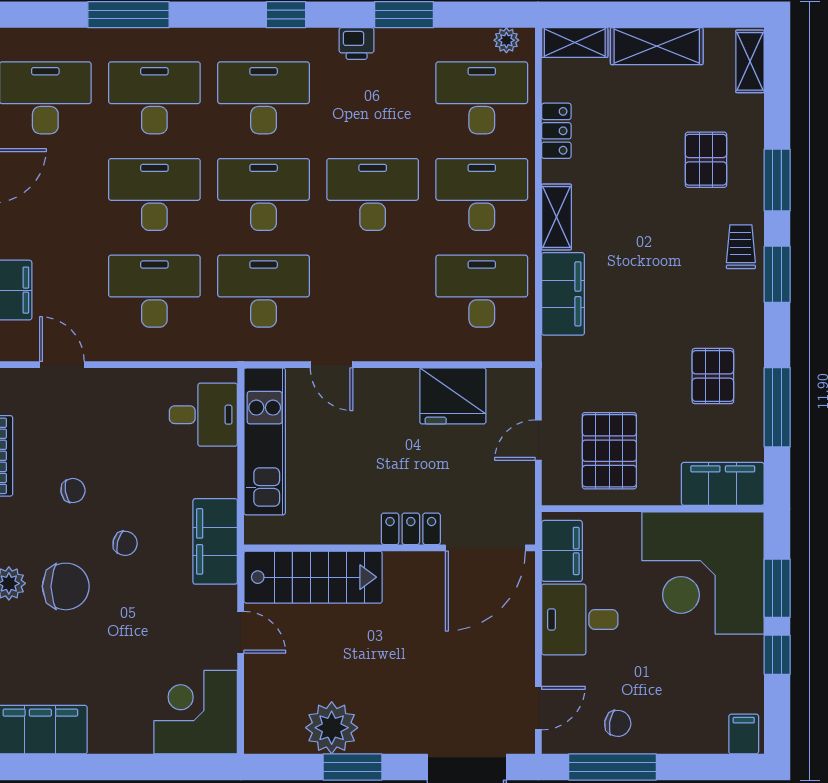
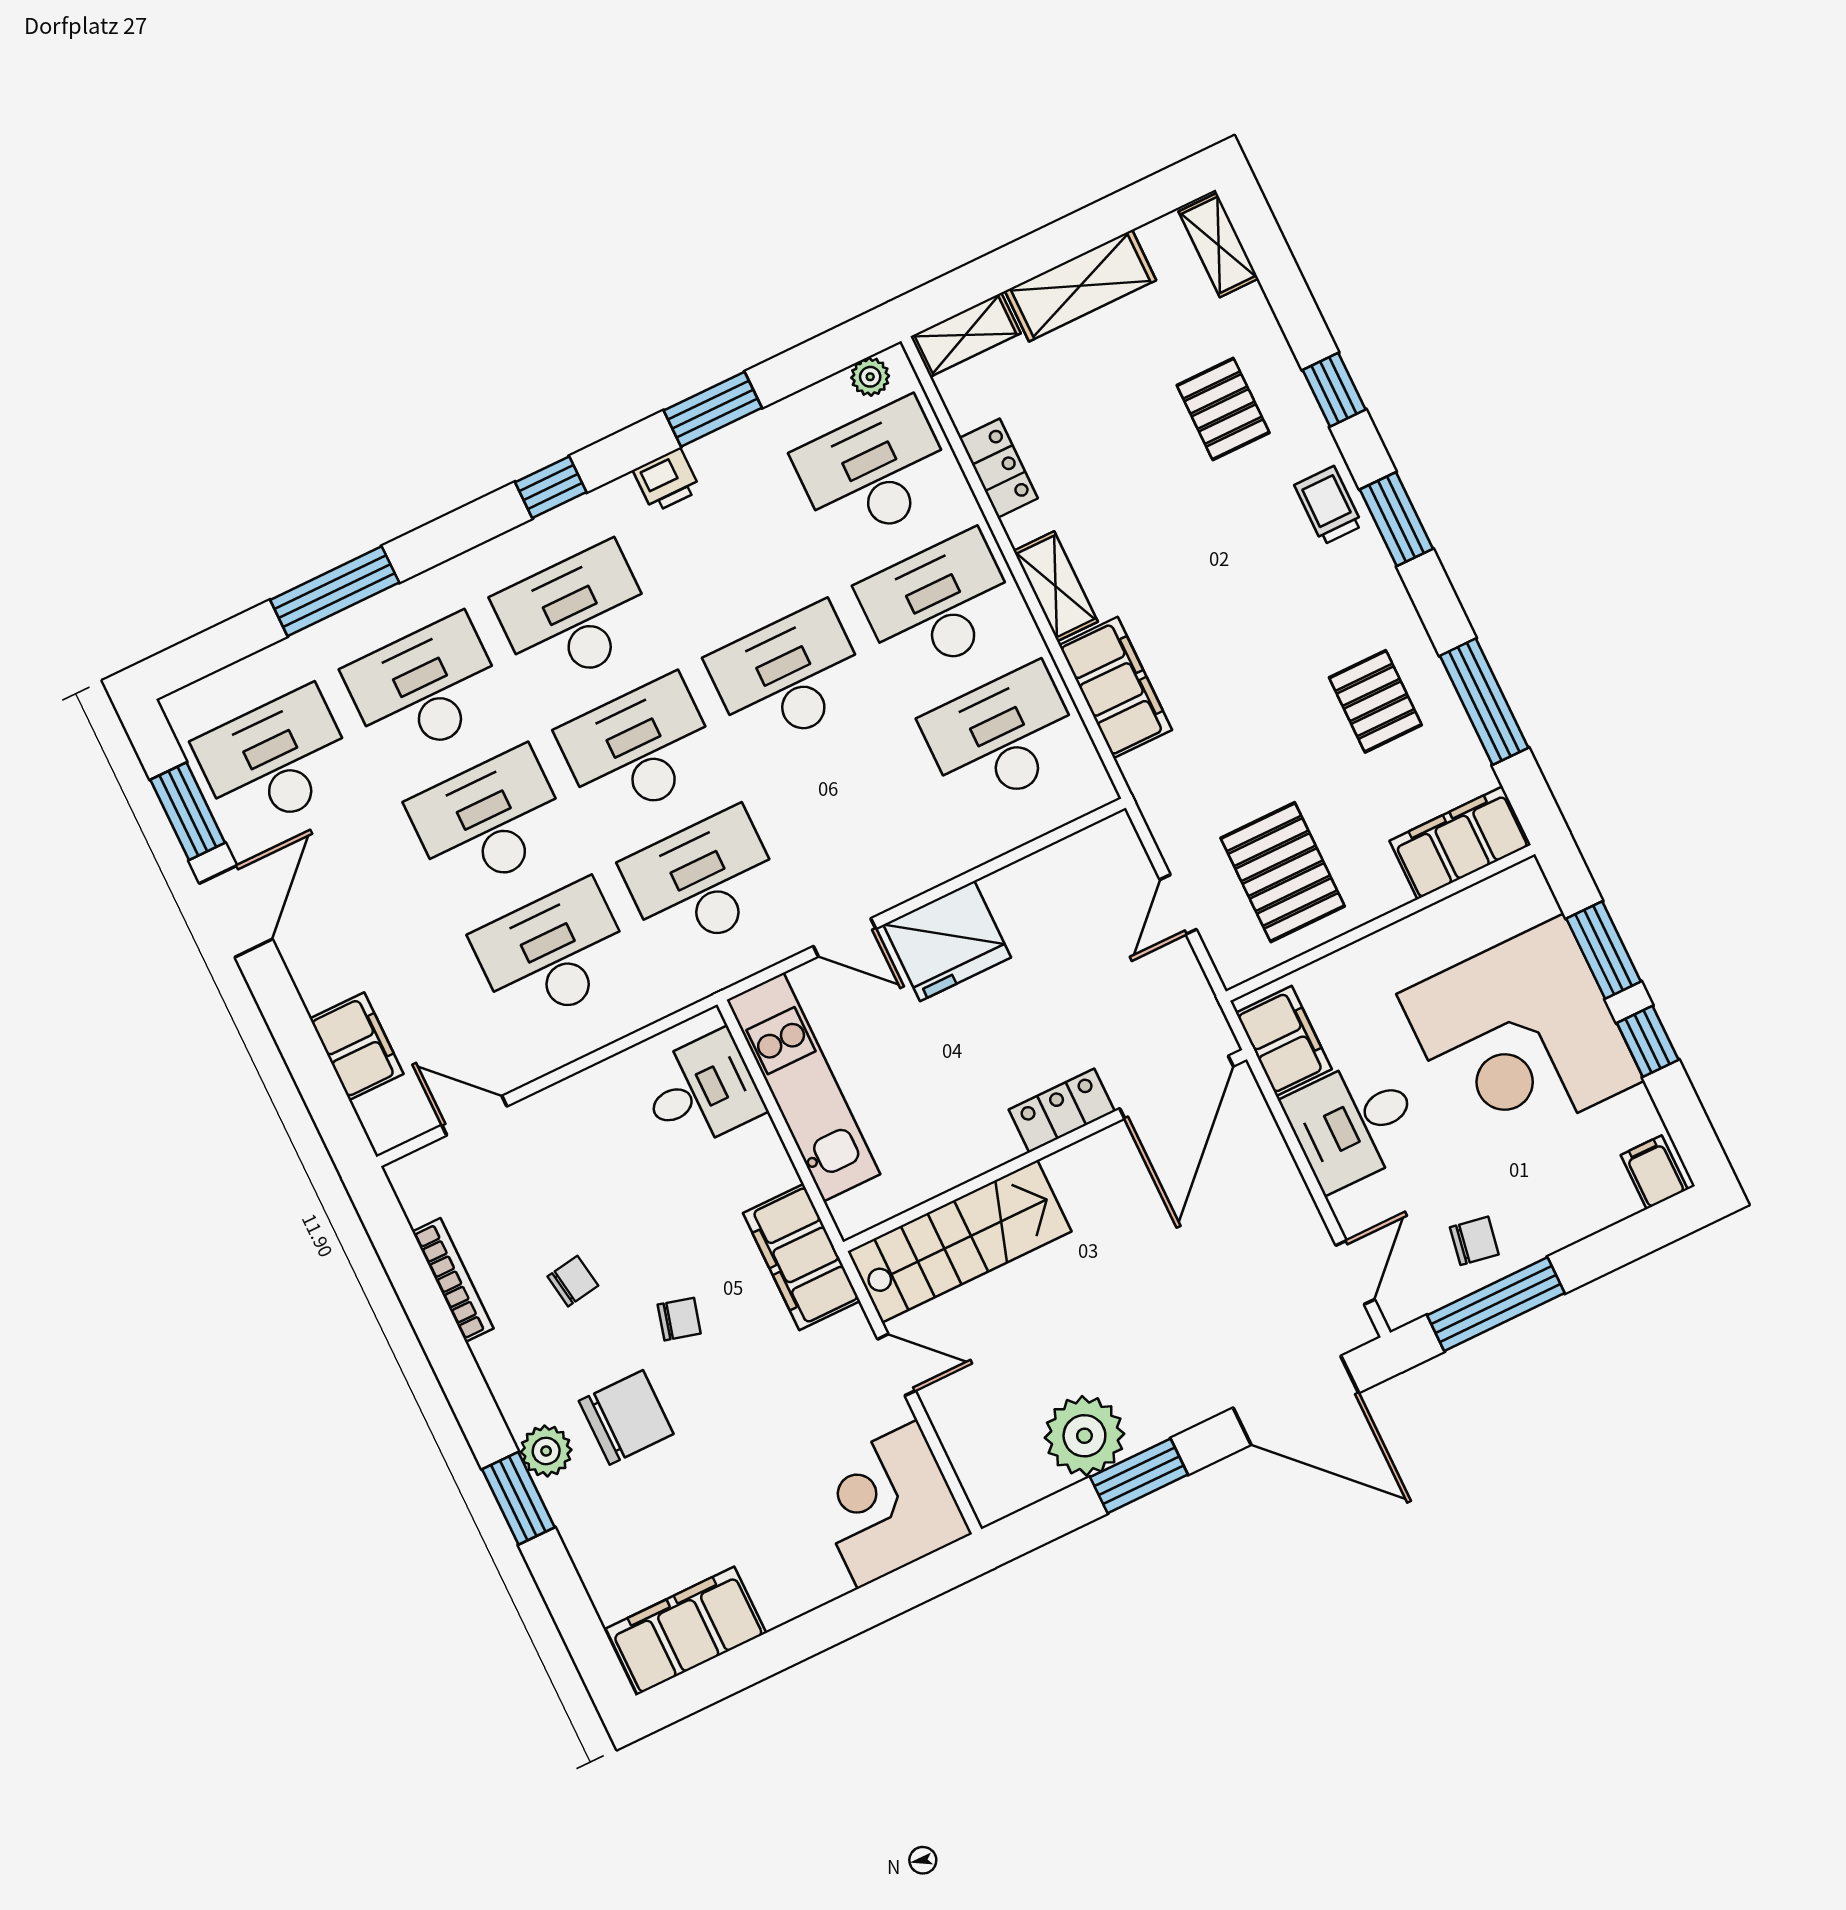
window: (777, 180) -> (1334, 390), width x0.67
fridge: (453, 396) -> (947, 941), moved
corner desk: (703, 573) -> (1520, 1037), moved

